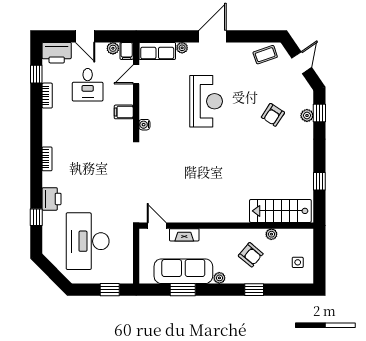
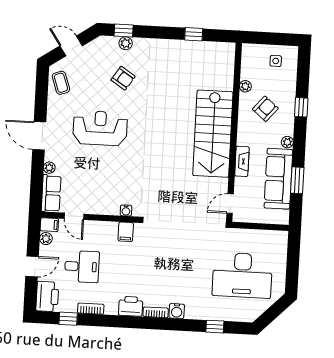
reception desk: (206, 101) -> (100, 128), moved
filing cabinet: (124, 112) -> (126, 232), moved
water cooler: (49, 179) -> (177, 311), added
printer: (52, 199) -> (131, 306), moved
stairs: (280, 211) -> (213, 134), moved, width x1.36, depth x1.51
fireplace: (184, 235) -> (242, 161), moved
window: (110, 290) -> (293, 255), removed

